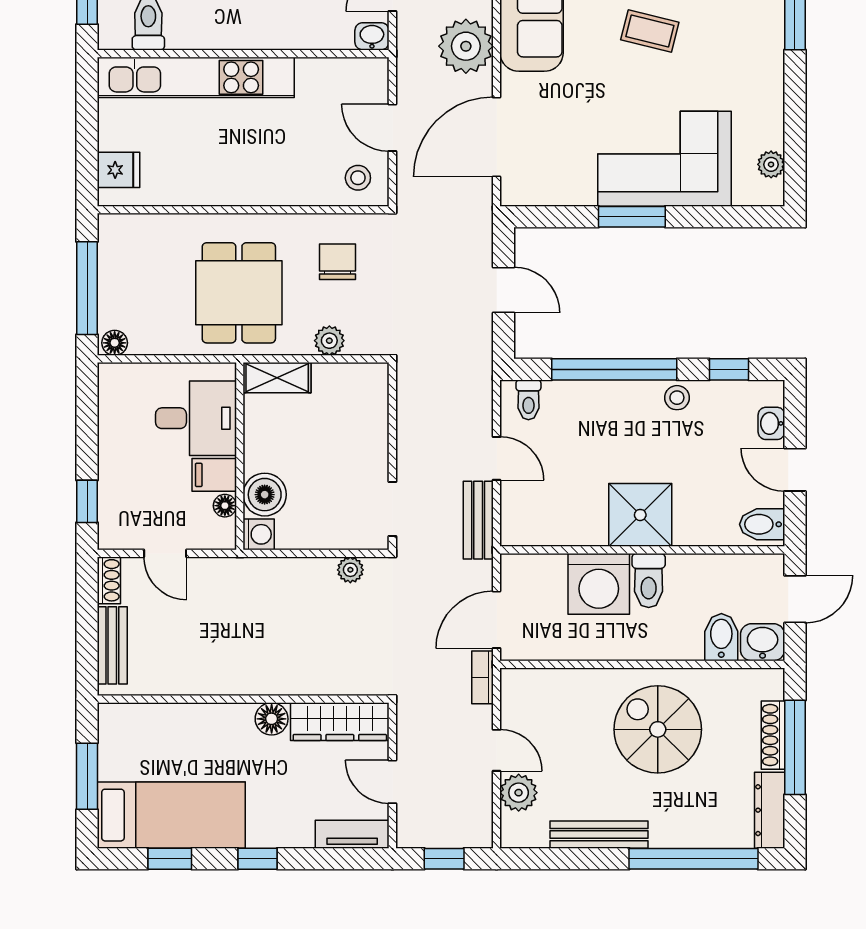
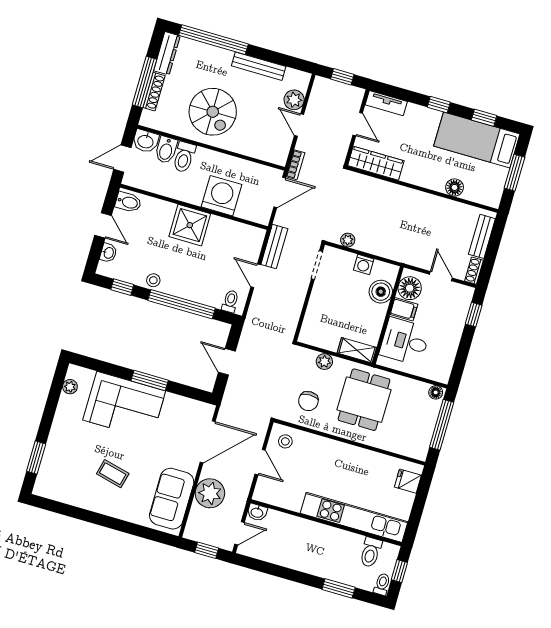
floor lamp: (225, 506) -> (410, 288), width x1.89, depth x1.89
washing machine: (259, 534) -> (364, 264), moved, turned -90
toilet: (649, 580) -> (184, 157), moved, turned 180
floor lamp: (272, 719) -> (455, 187), moved

